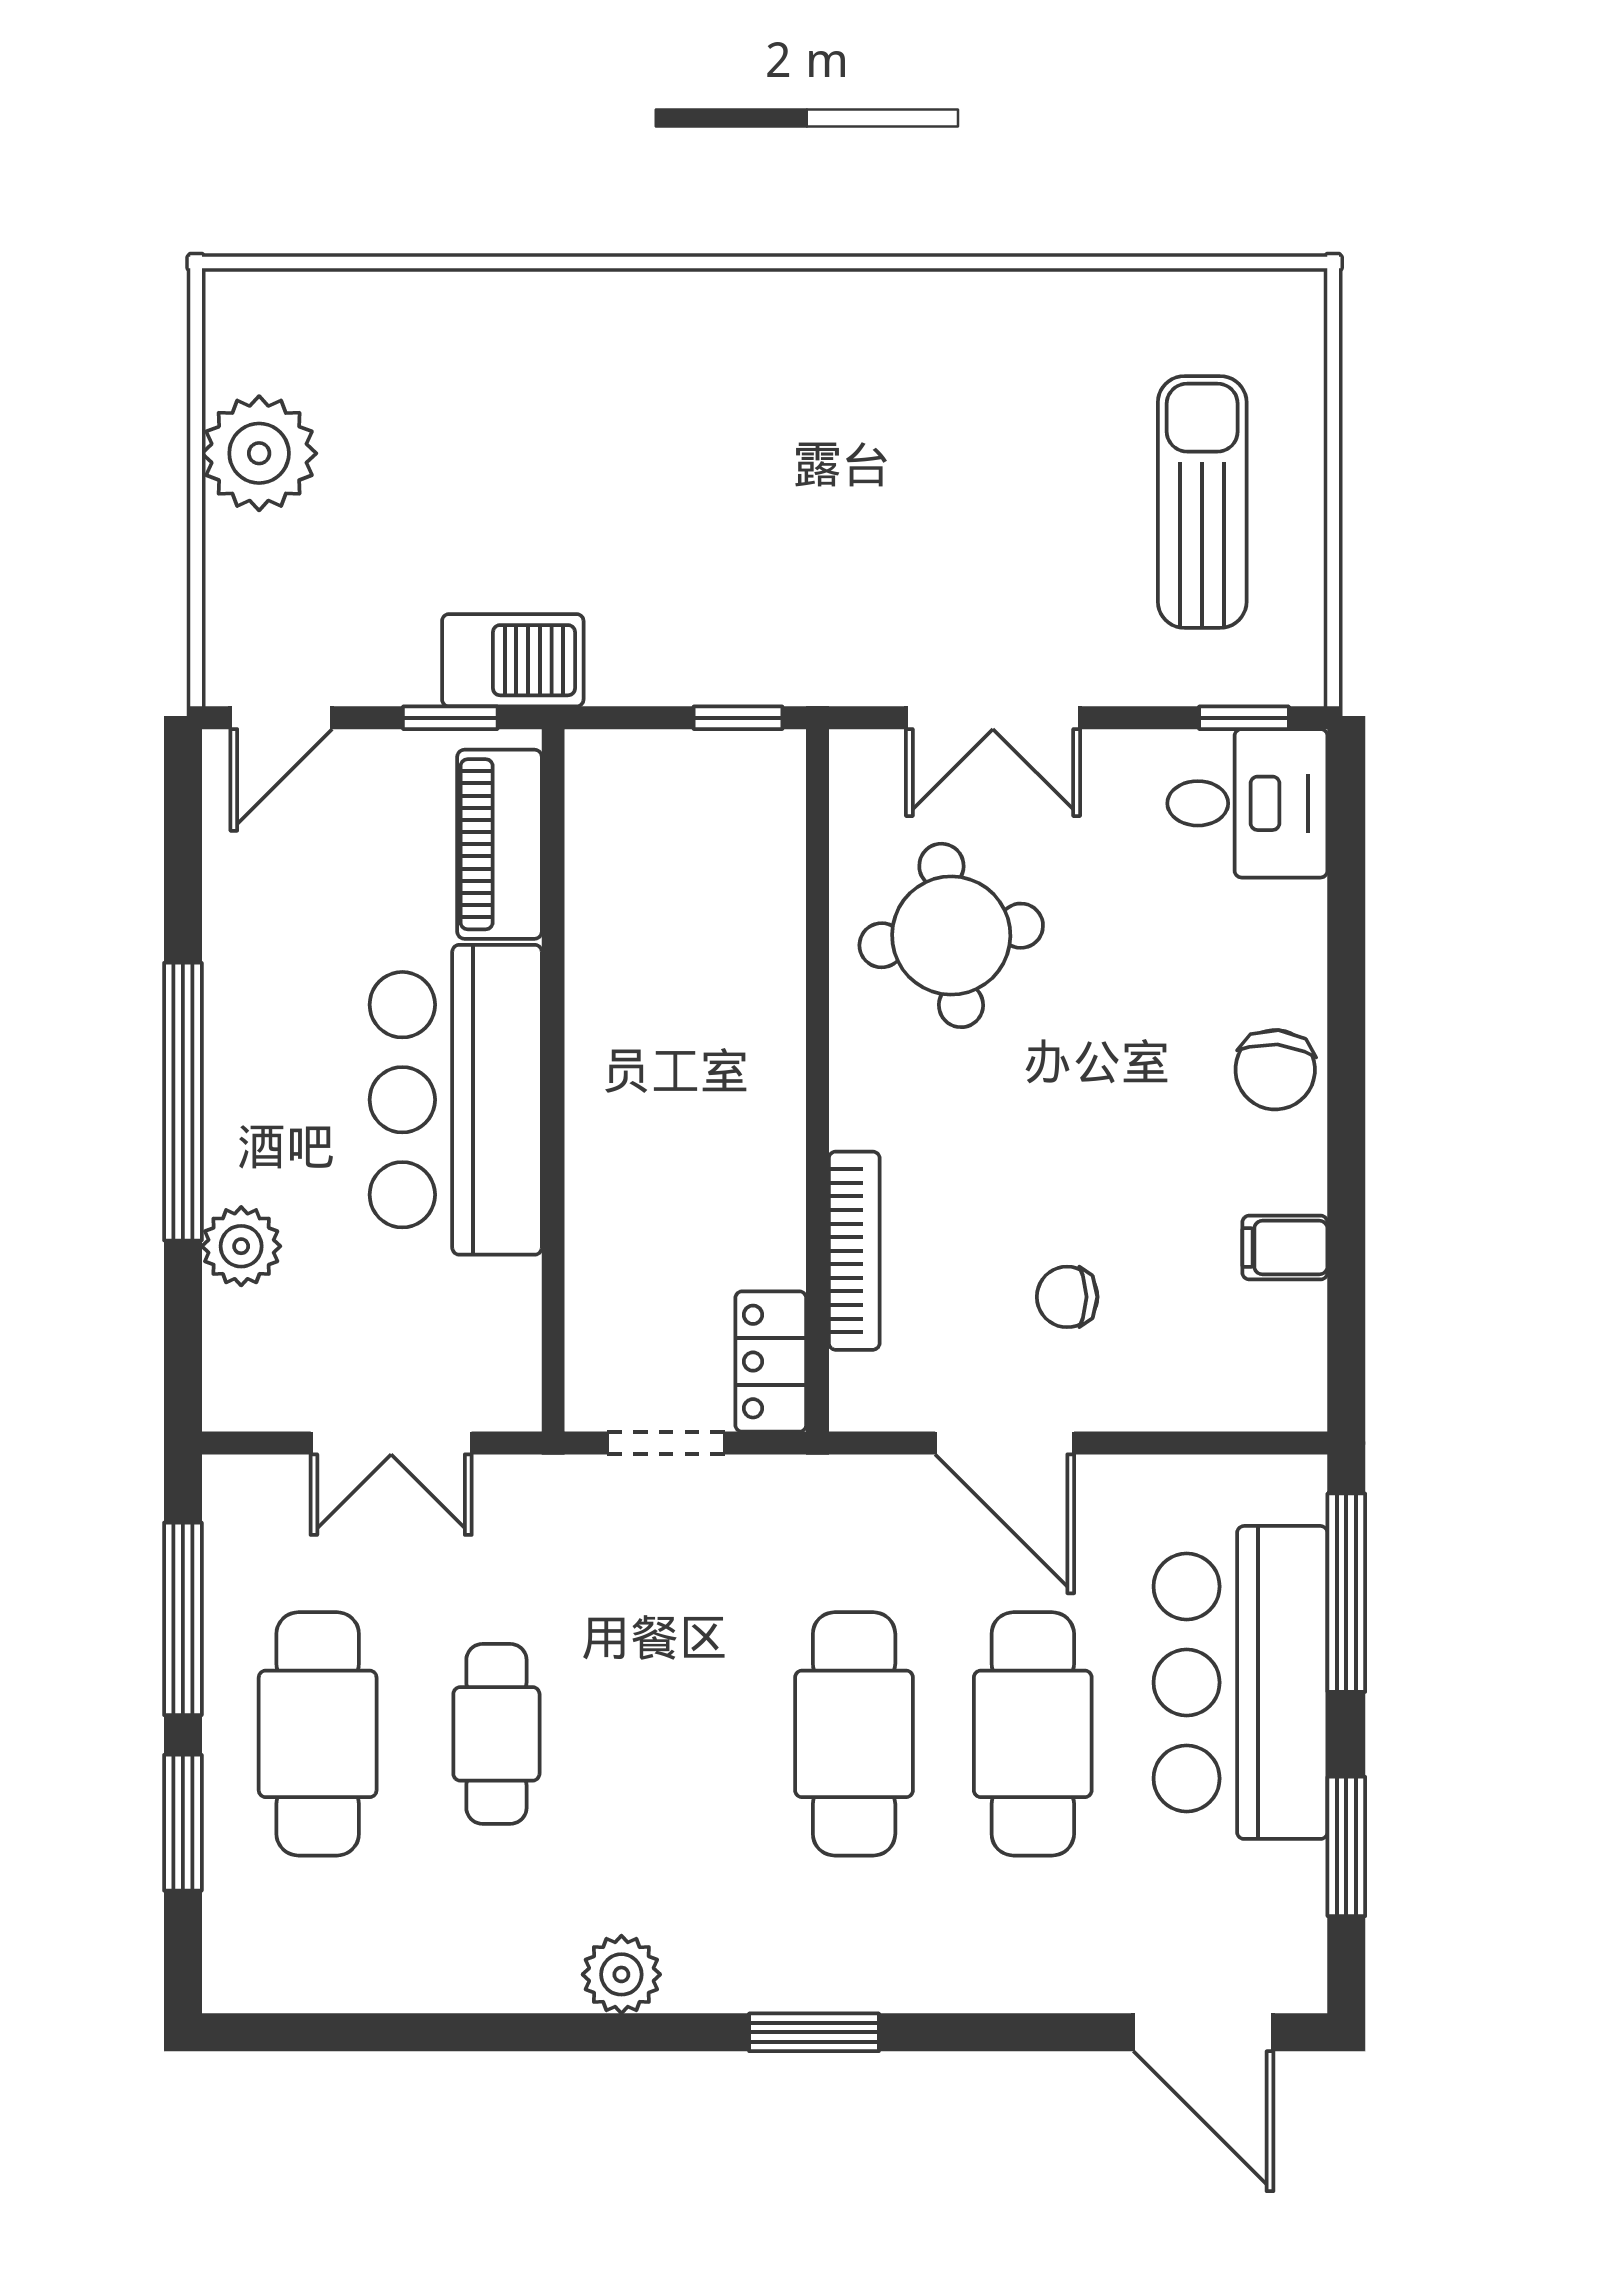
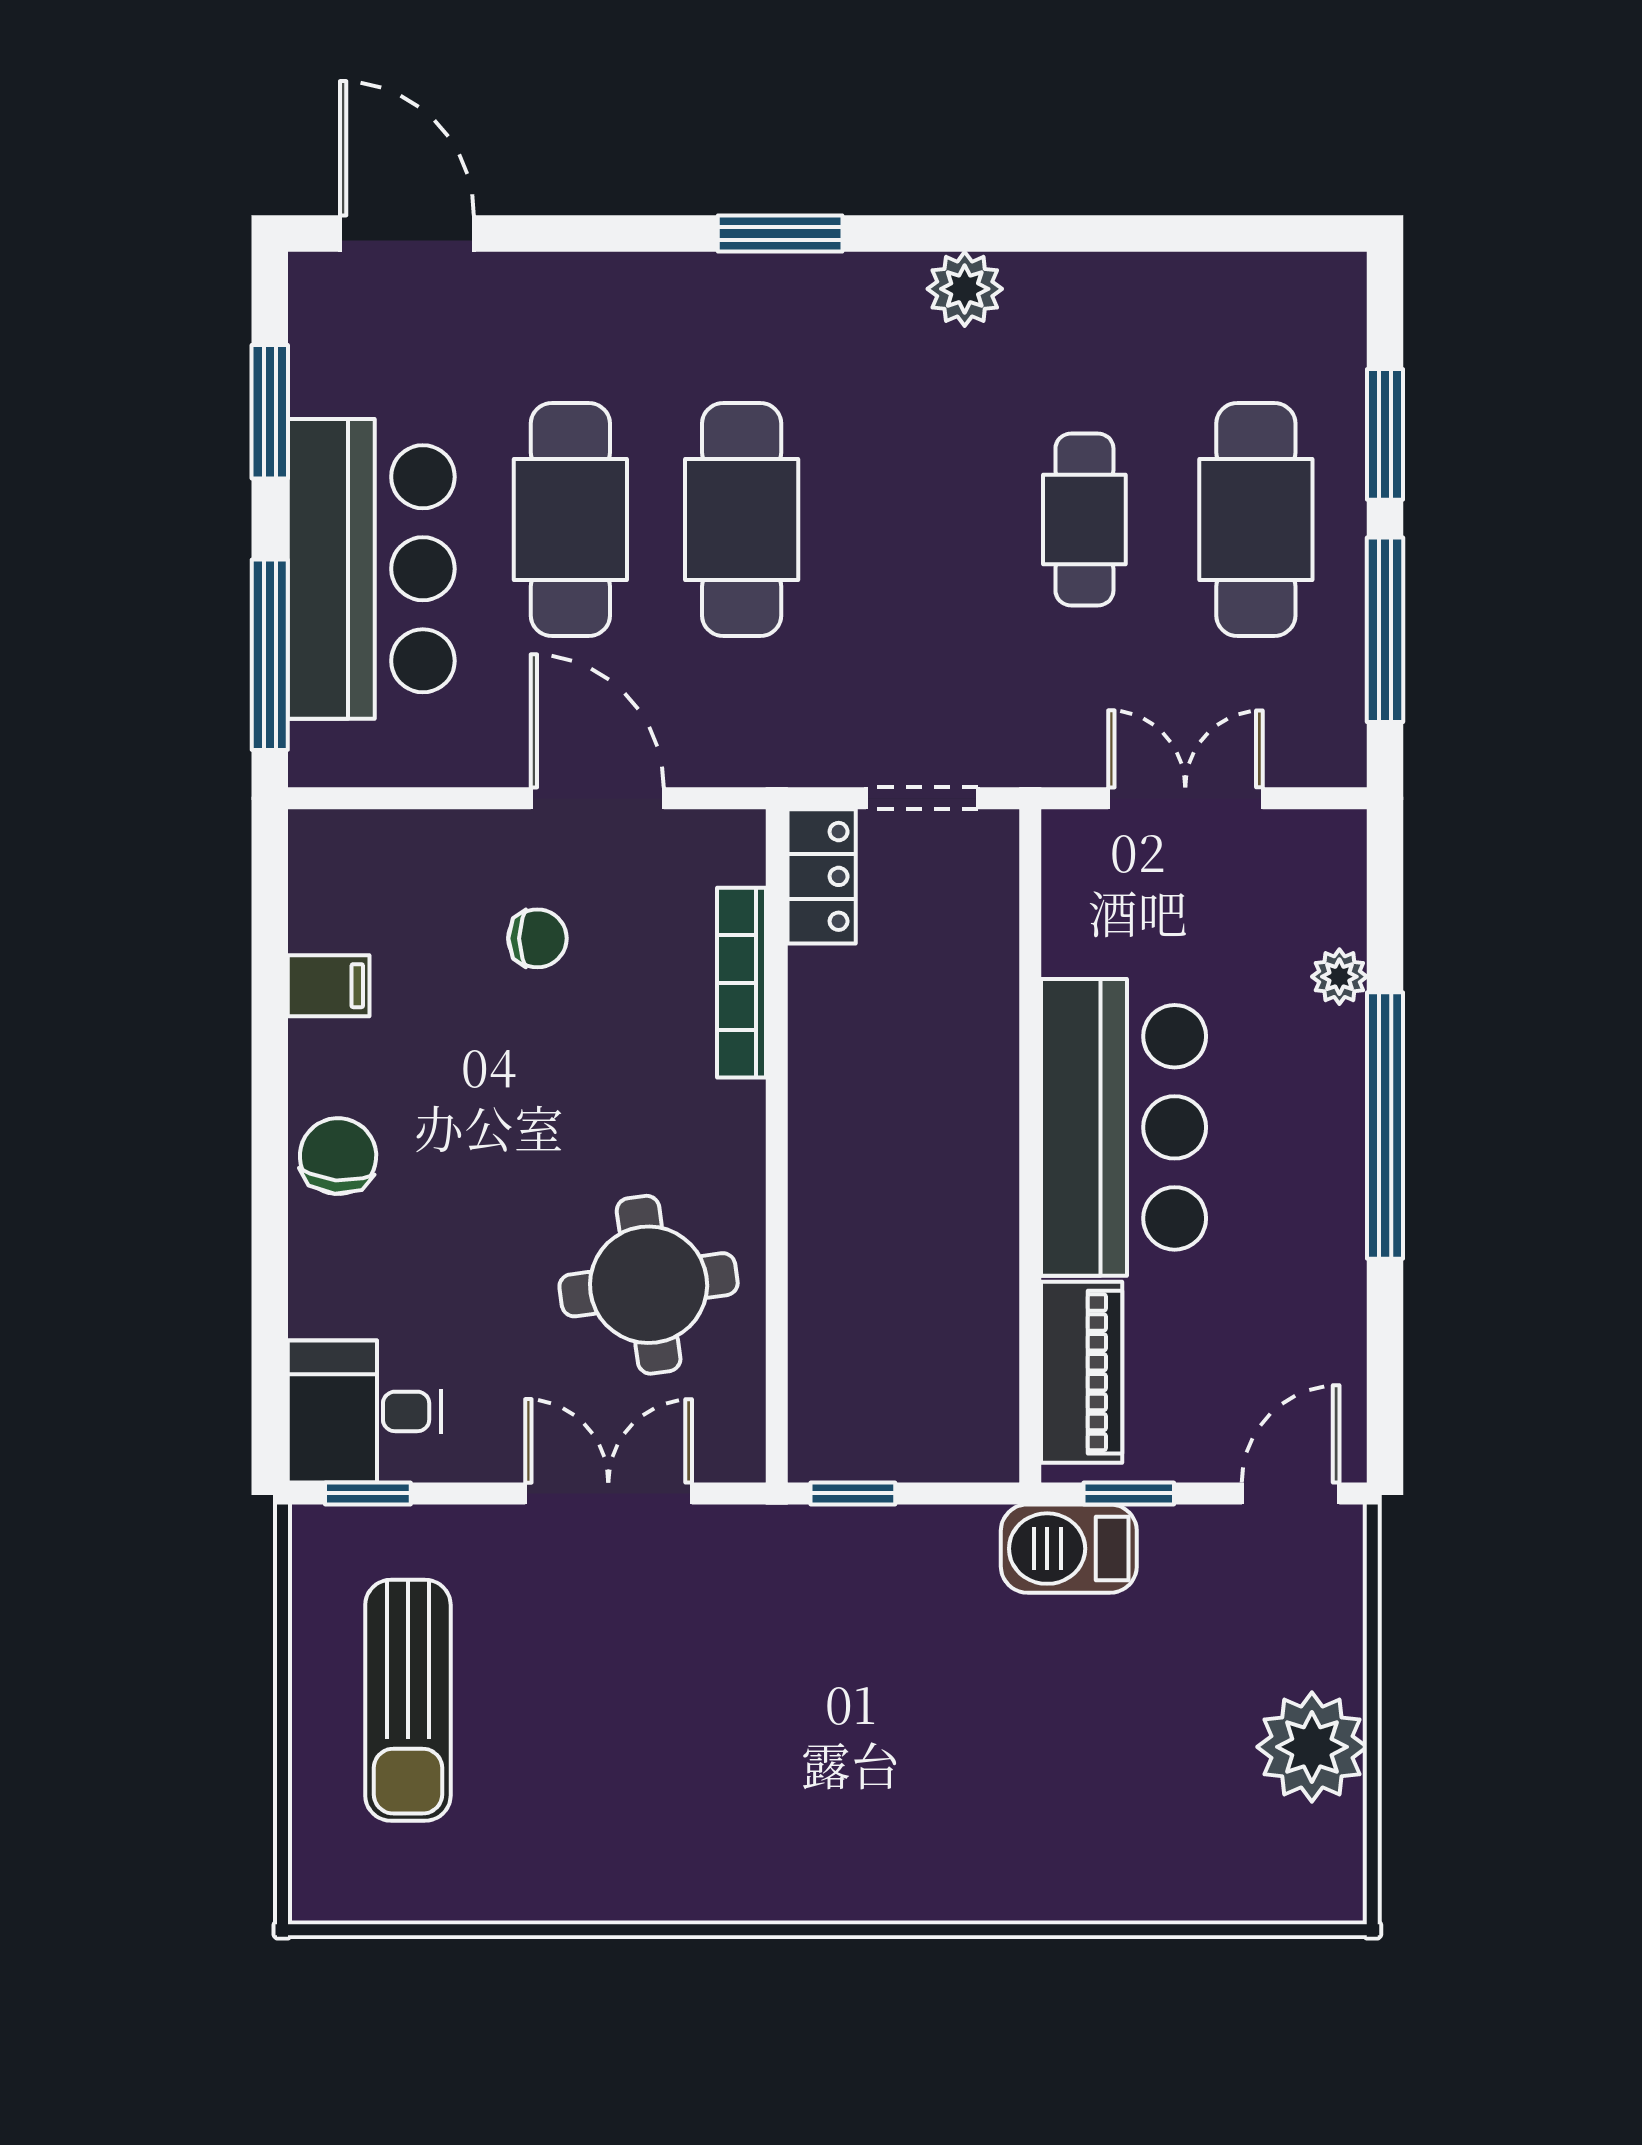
plant: (241, 1246) -> (1339, 977), width x0.73, depth x0.73

